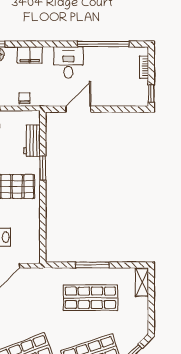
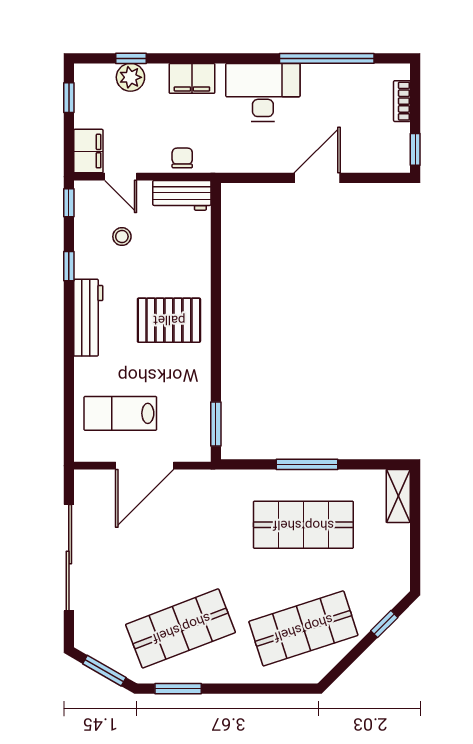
desk: (68, 62) -> (263, 92), width x1.37
door: (78, 109) -> (317, 178), moved
workbench: (32, 141) -> (182, 195), moved, turned -90
window: (43, 168) -> (216, 424), moved

